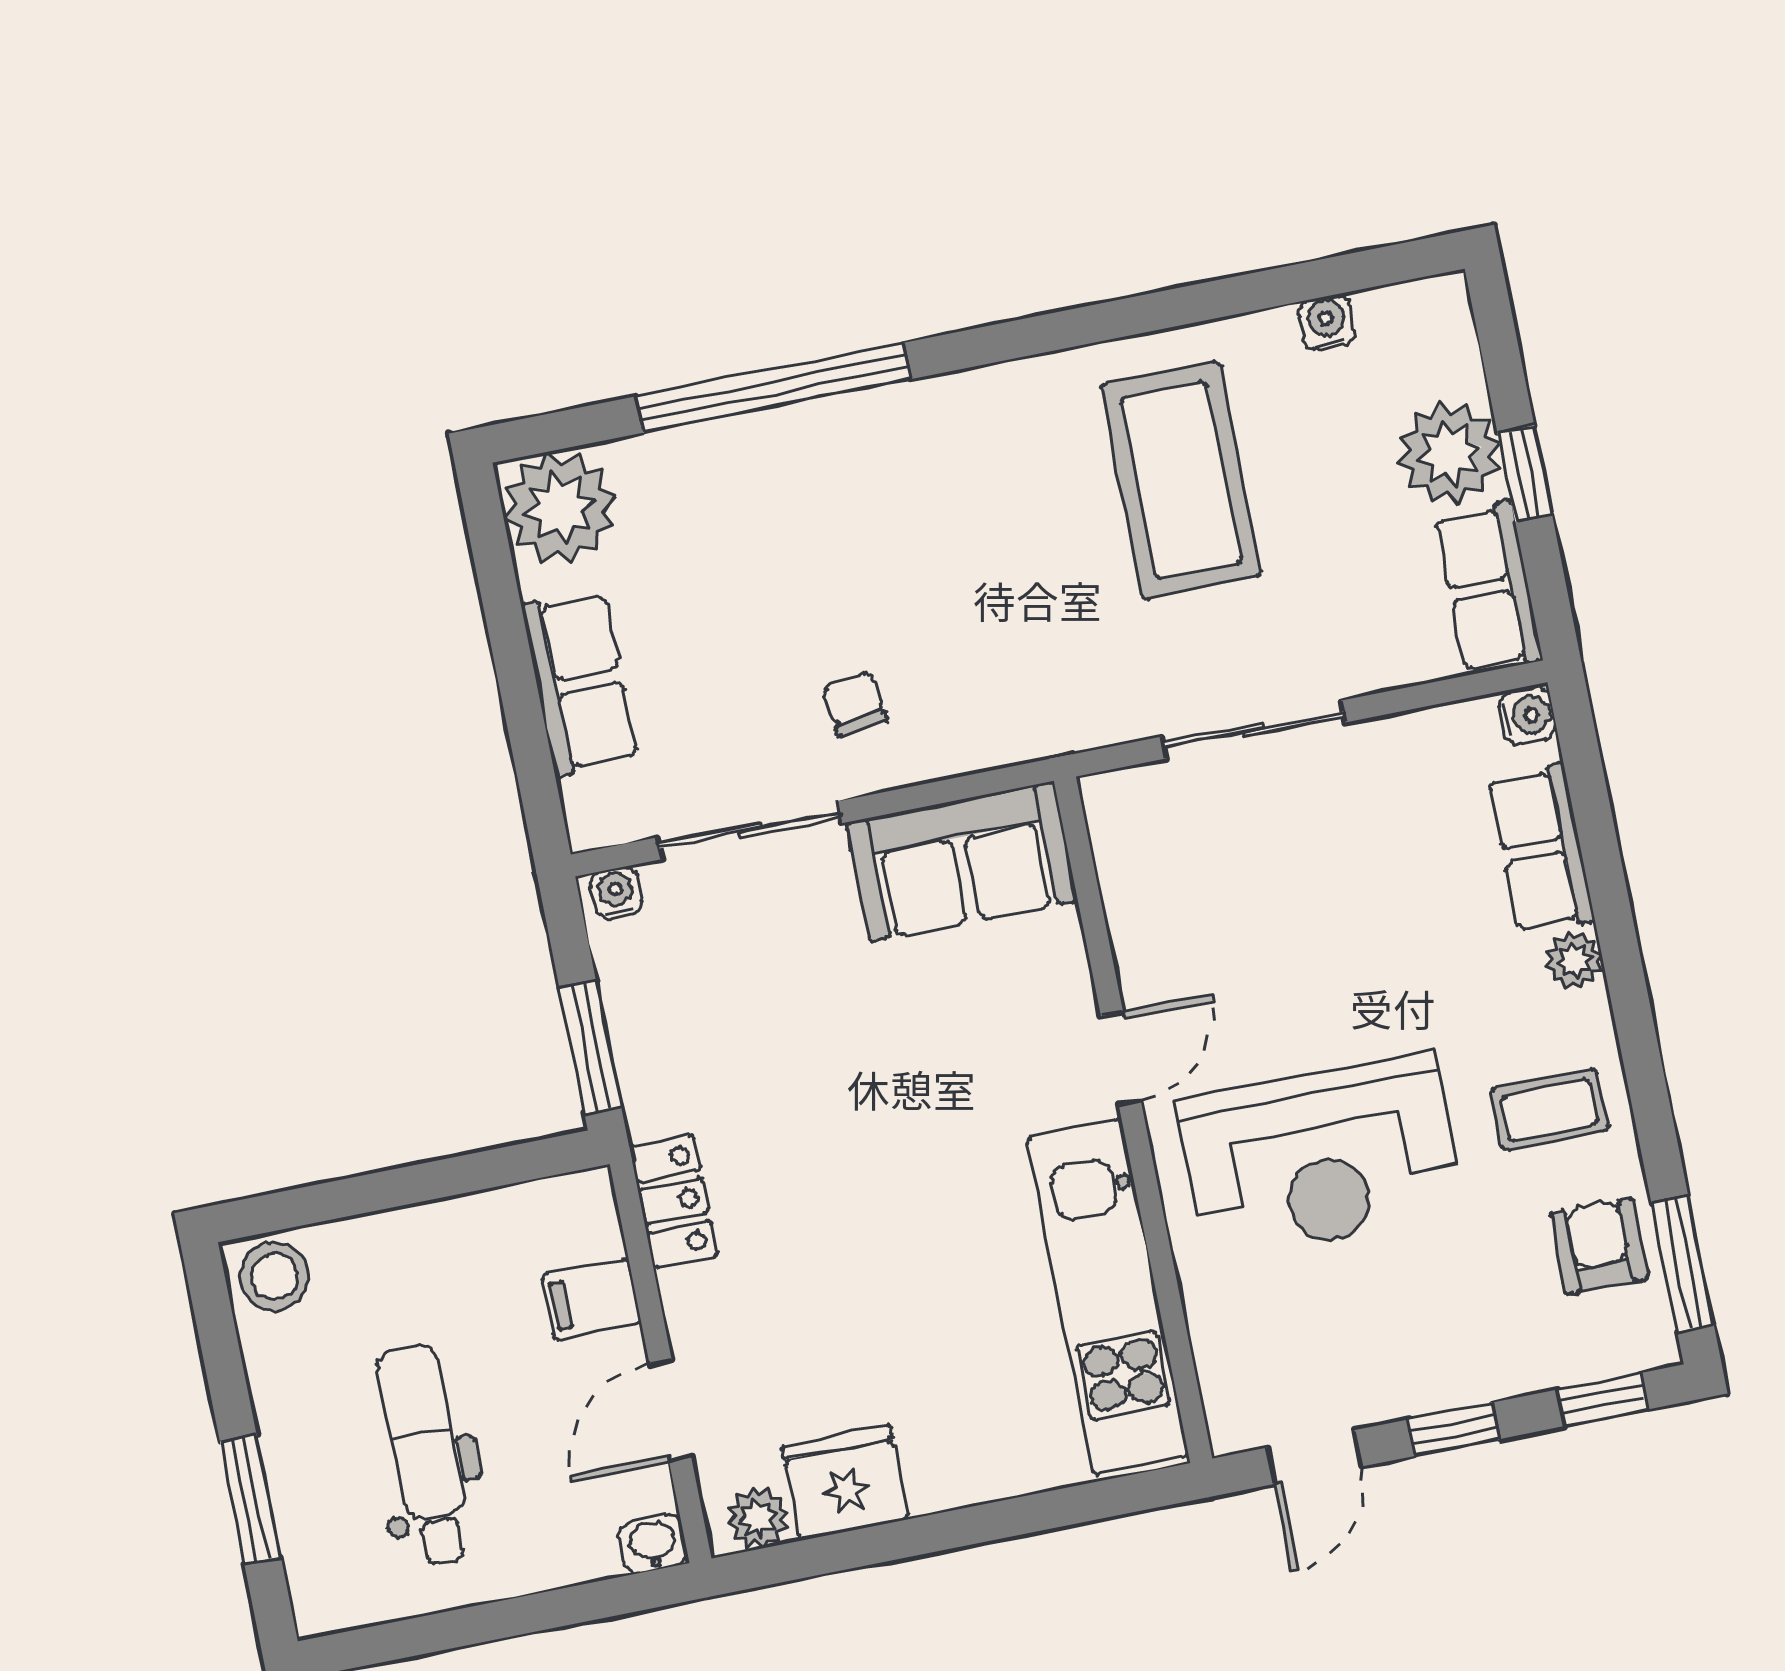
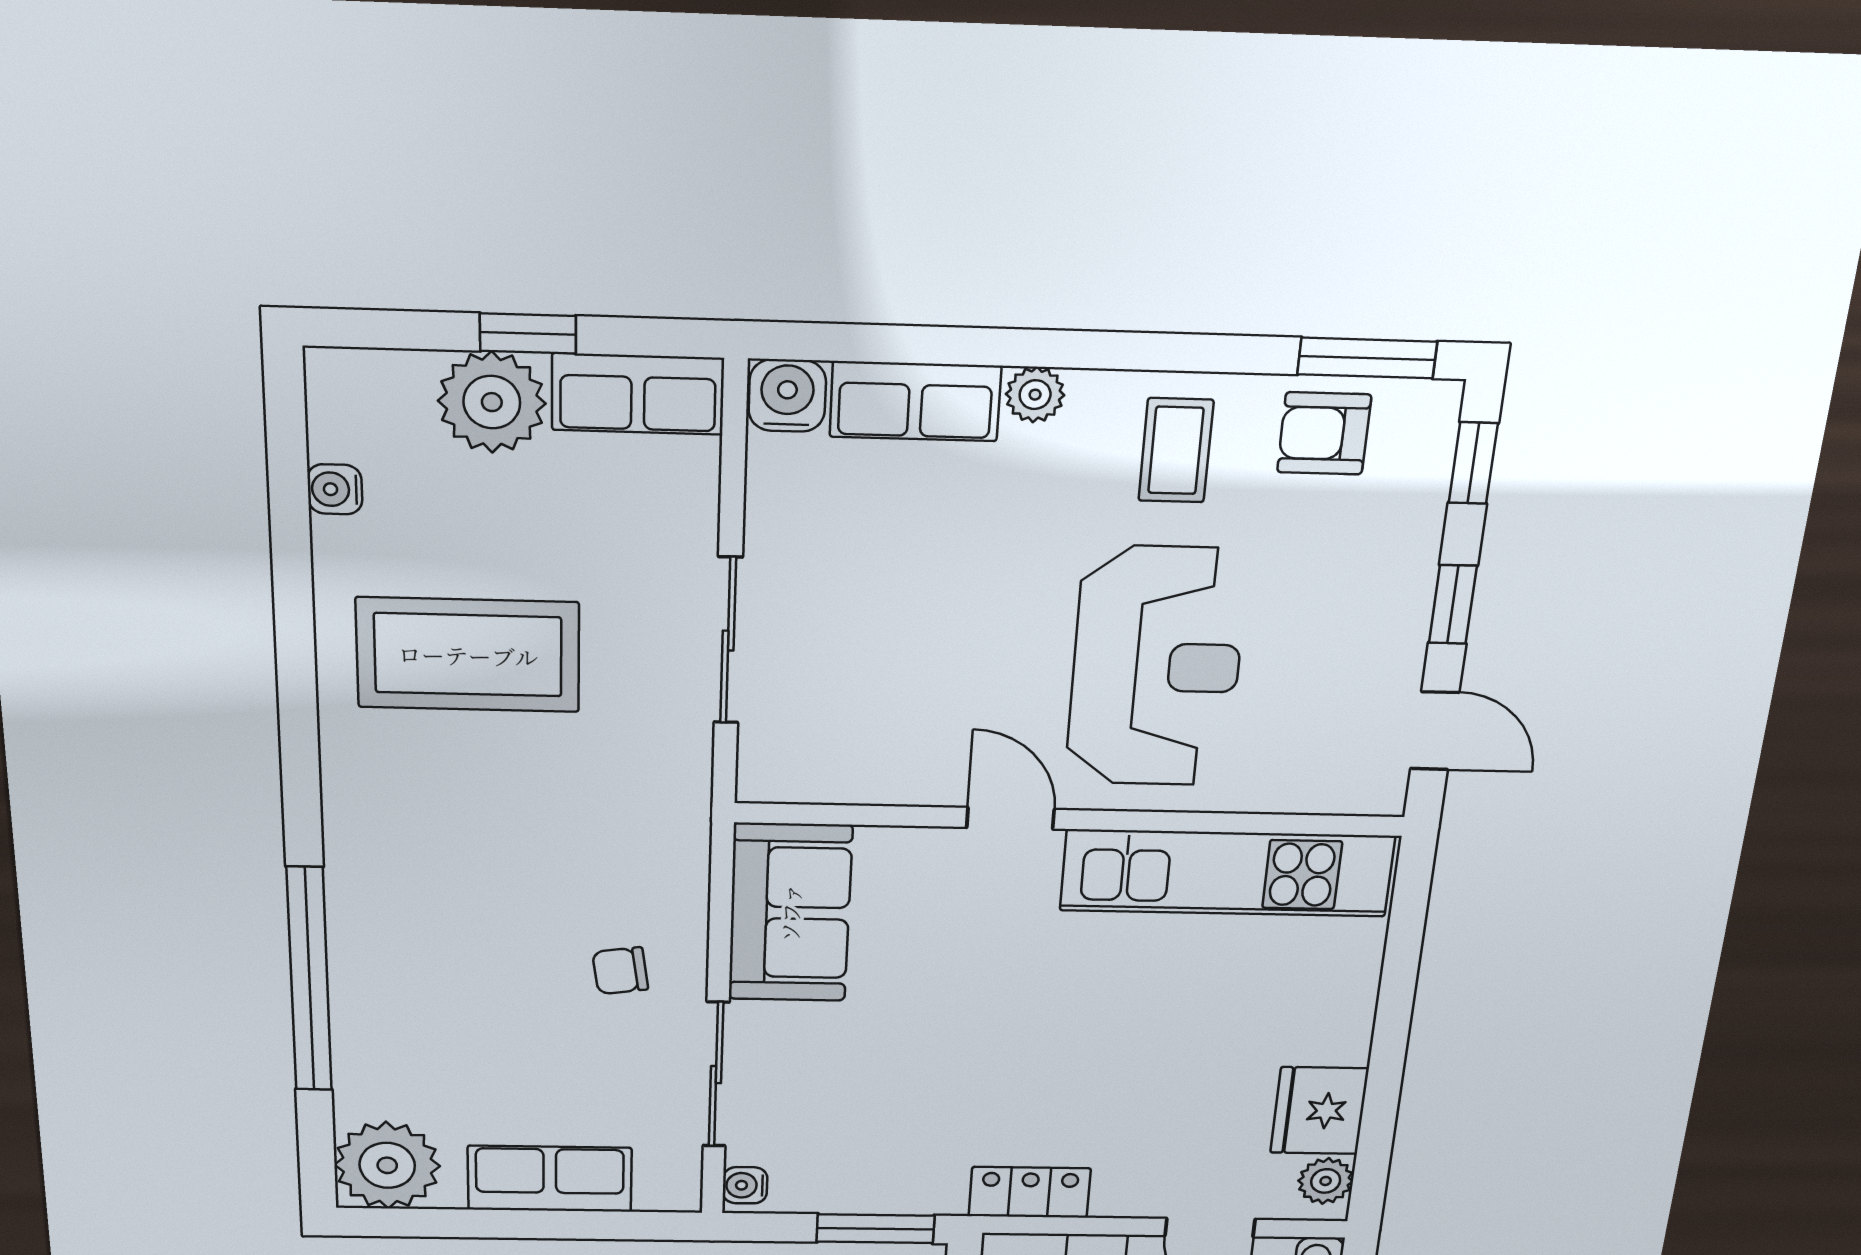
water cooler: (1527, 716) -> (787, 396), width x1.38, depth x1.38

